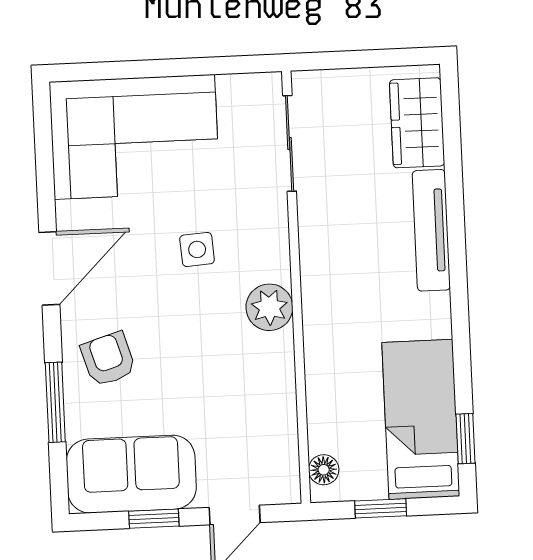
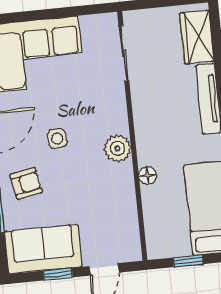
side table: (197, 249) -> (57, 139), moved
armchair: (108, 359) -> (26, 183), turned 96
floor lamp: (324, 470) -> (148, 176), moved

